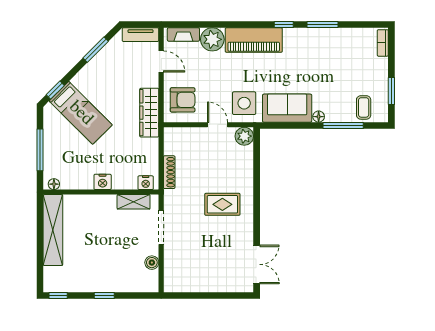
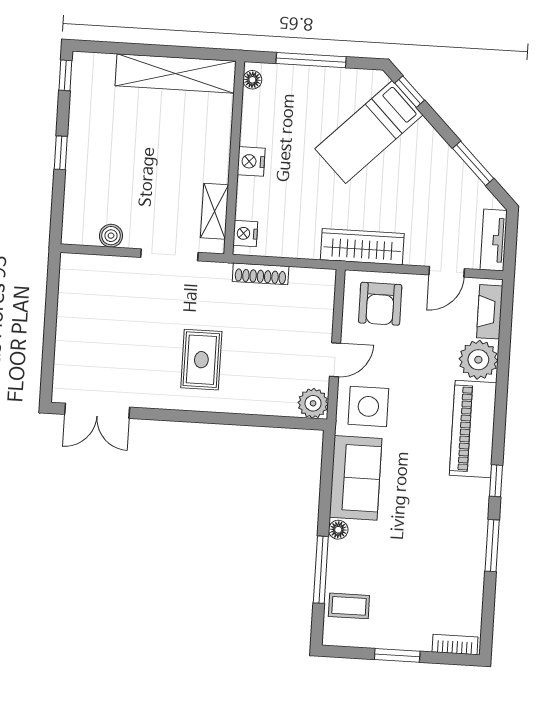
window: (391, 91) -> (397, 655), moved

